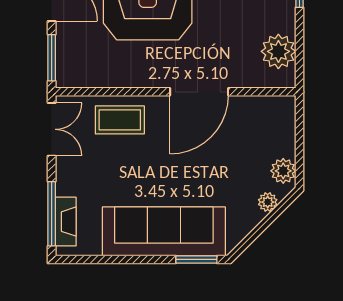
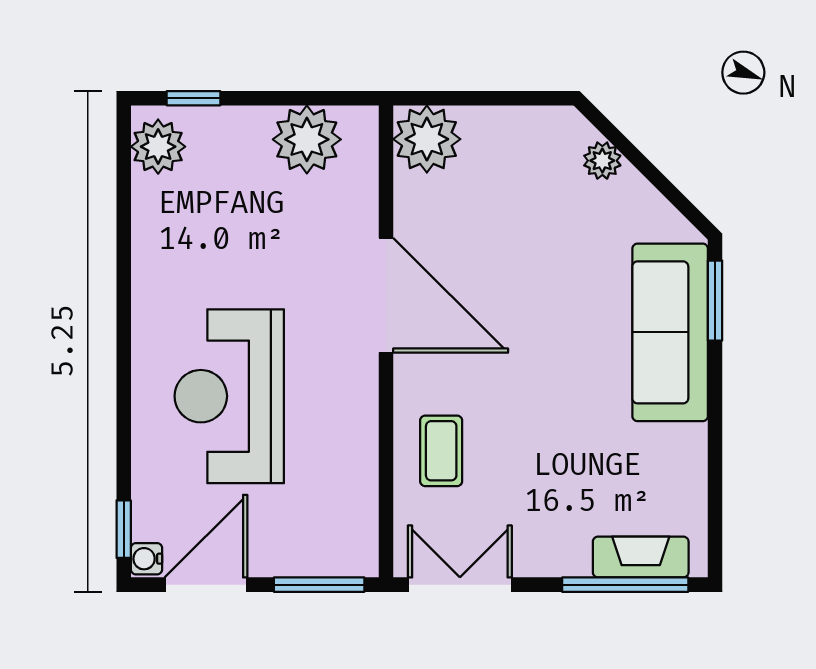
coffee table: (120, 120) -> (441, 451), width x0.73, depth x0.77
plant: (283, 171) -> (427, 139), moved, width x1.36, depth x1.36
sofa: (164, 231) -> (670, 332), width x0.74, depth x0.79

